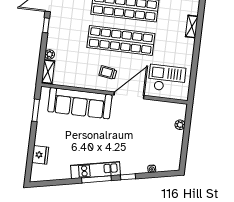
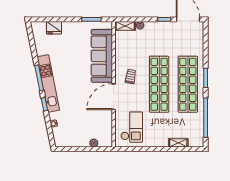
door: (129, 95) -> (114, 97), swing flipped
kitchen unit: (96, 170) -> (48, 84), width x1.36

